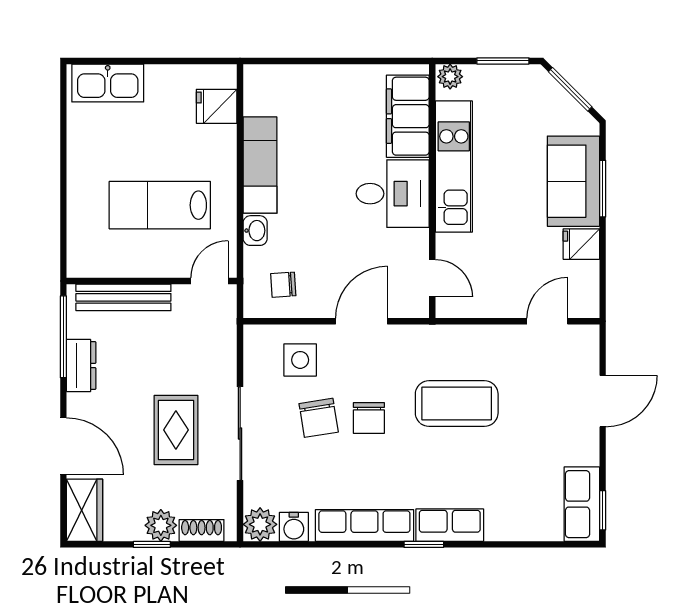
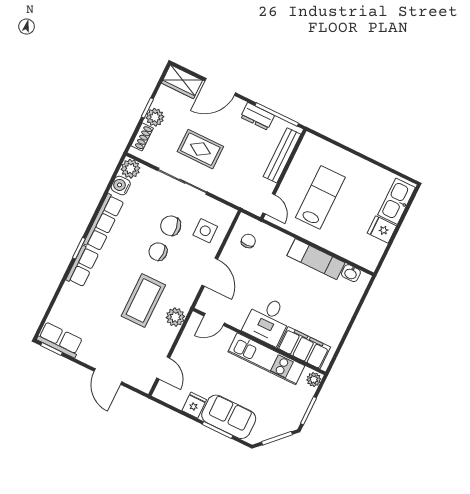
fridge: (217, 106) -> (382, 229), moved, turned -90
washbasin: (255, 231) -> (351, 273), moved
plant: (458, 341) -> (175, 317), added

